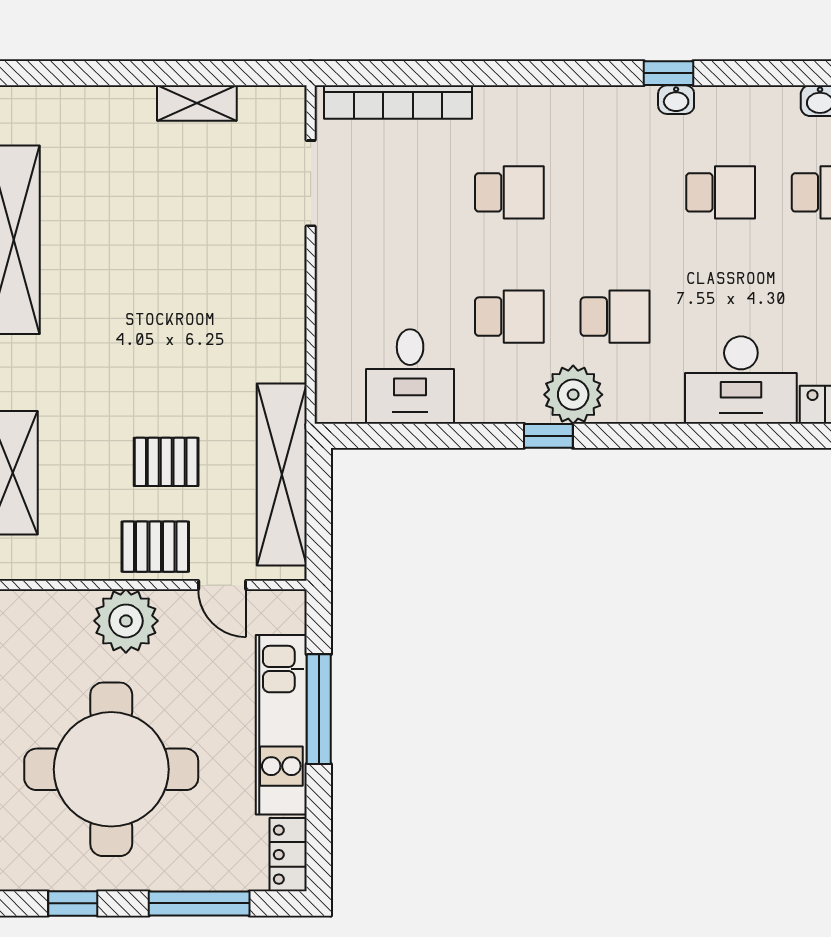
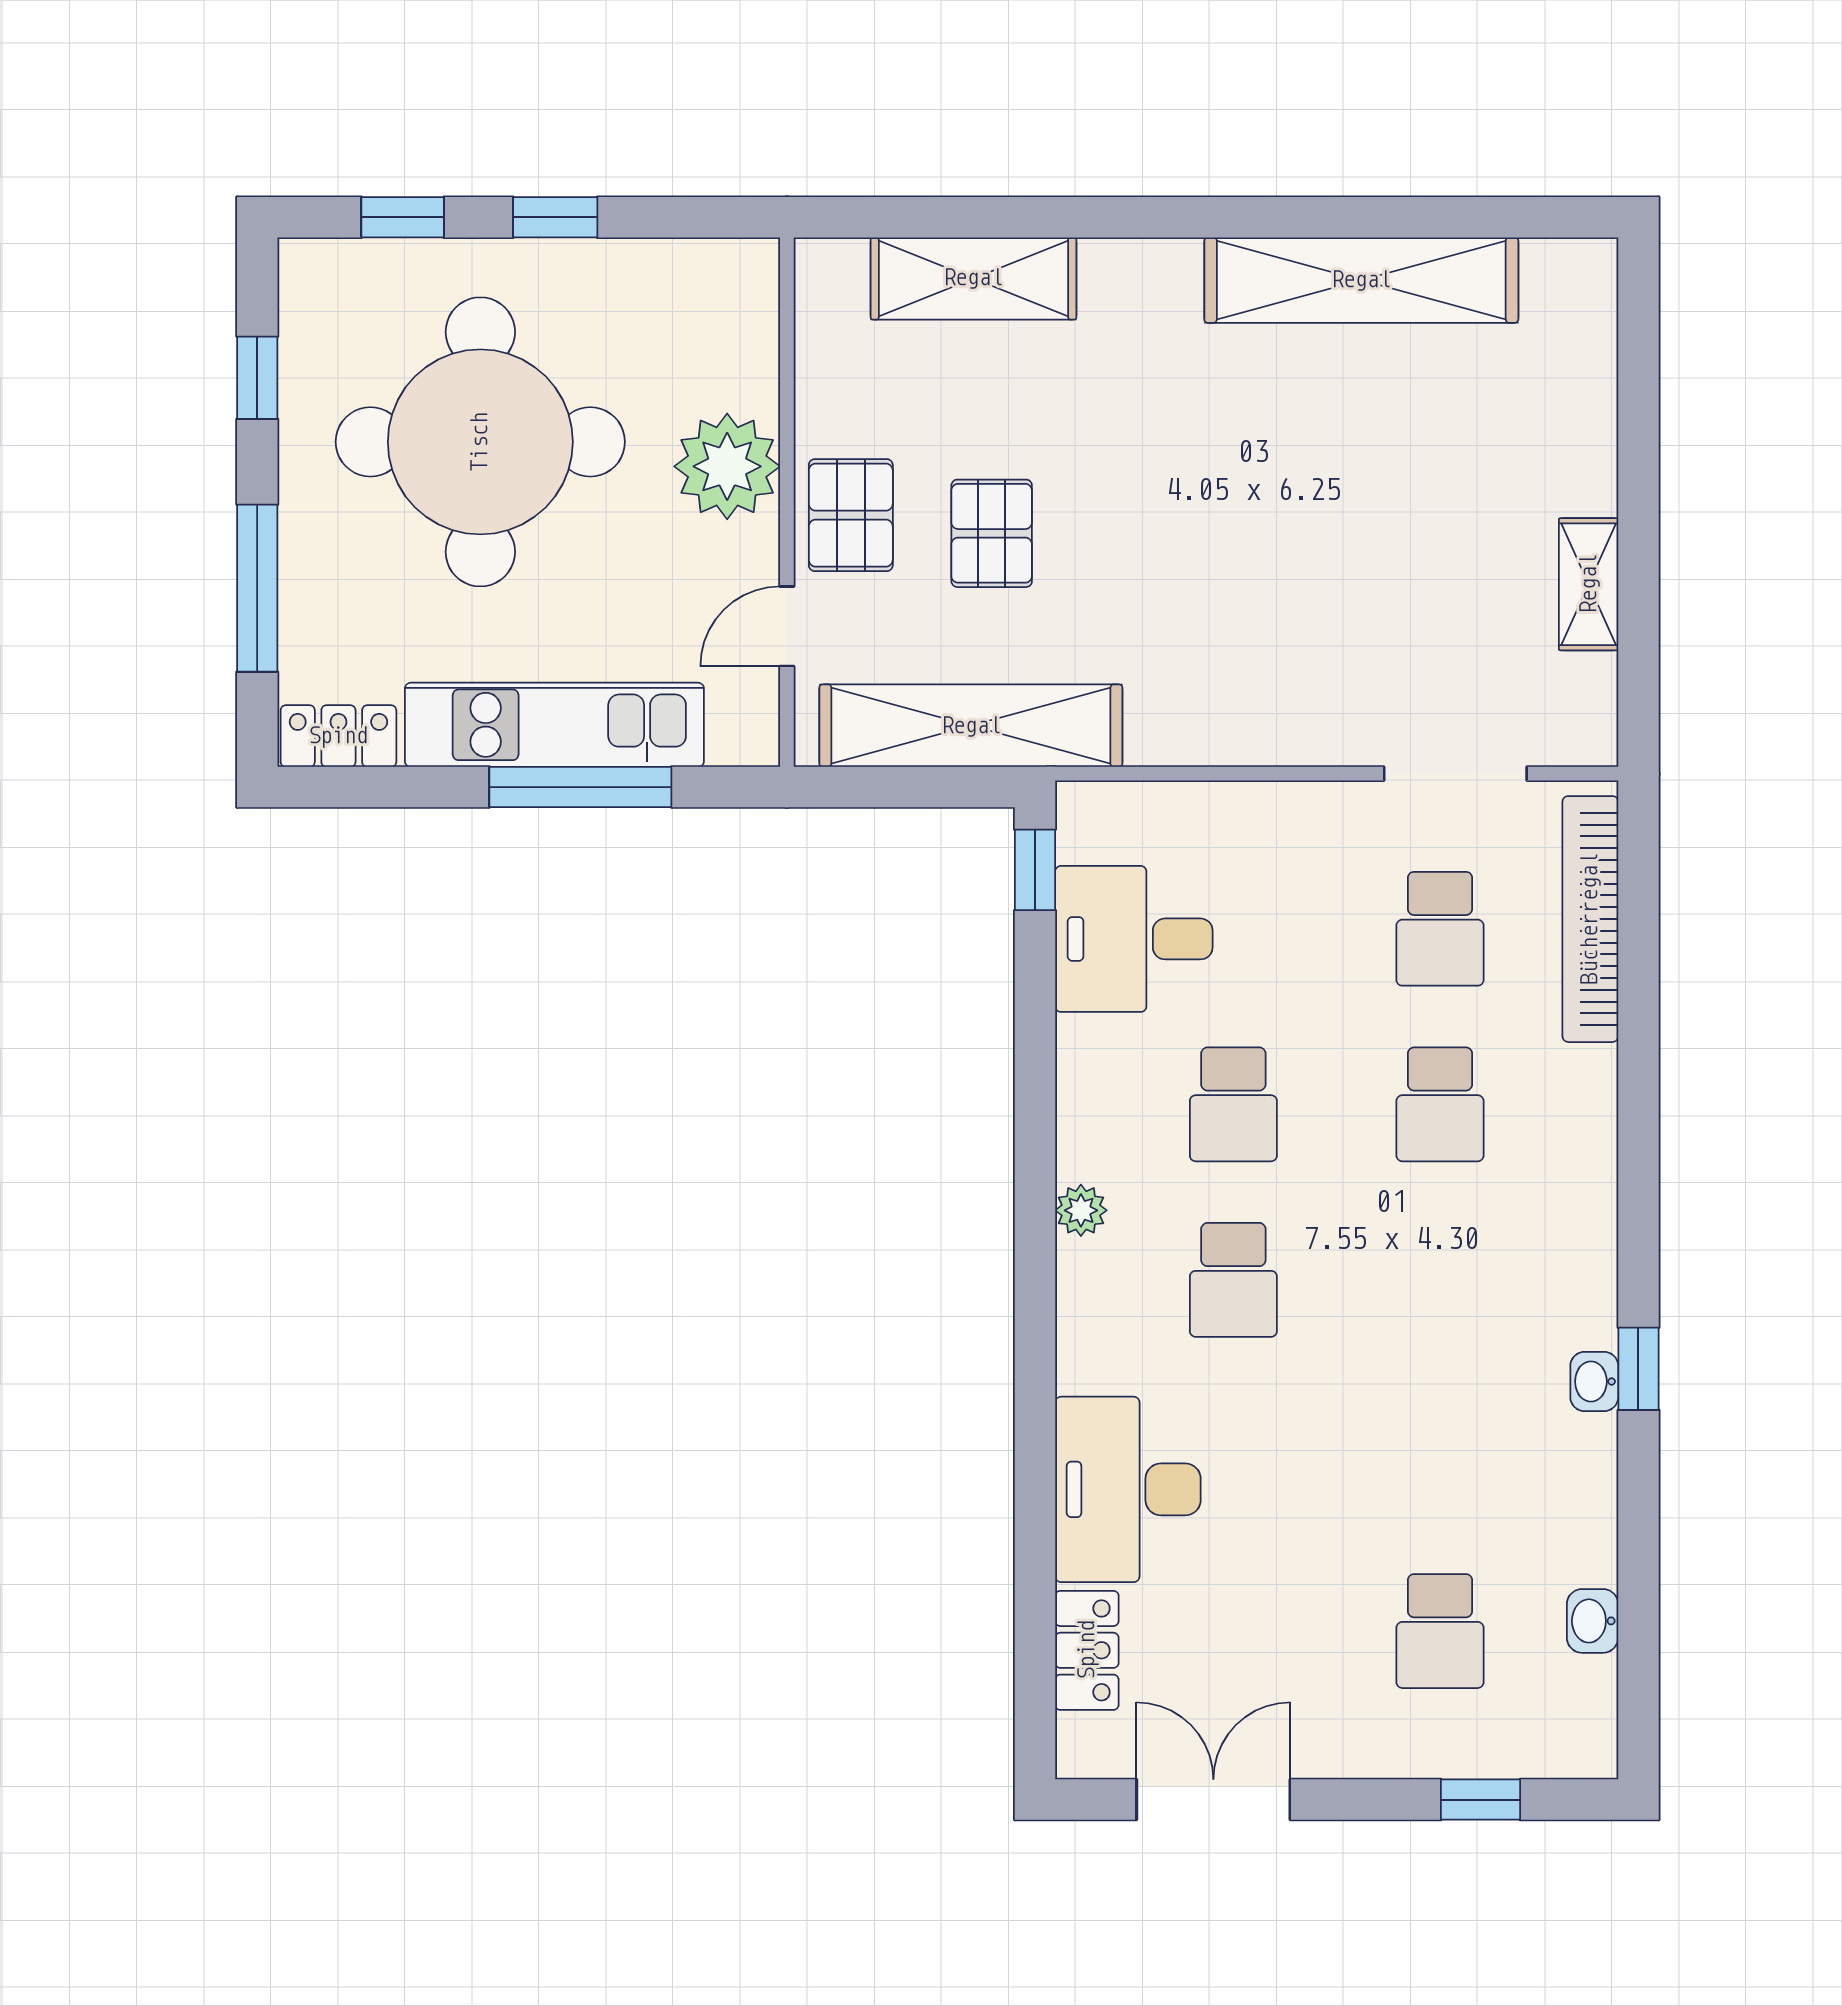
school desk: (721, 192) -> (1440, 929), moved
plant: (573, 395) -> (1081, 1210), width x0.53, depth x0.53
window: (548, 436) -> (1035, 870), moved

